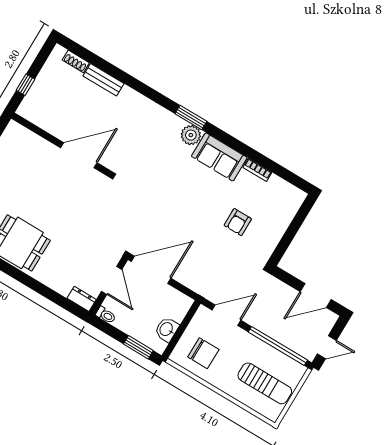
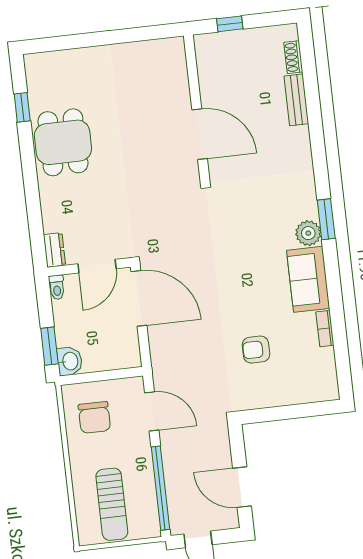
washbasin: (167, 329) -> (70, 361), moved, turned 90

